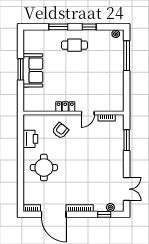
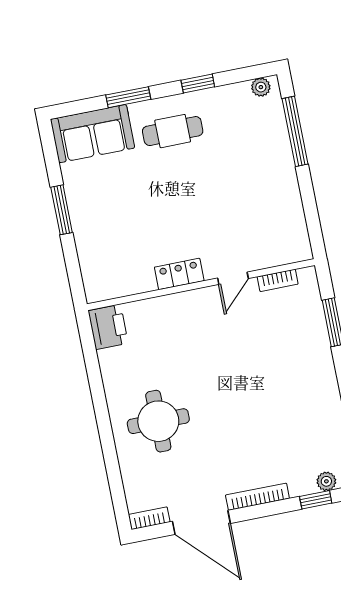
sofa: (33, 70) -> (93, 134), moved, turned 90
armchair: (60, 131) -> (179, 330), removed
printer: (30, 139) -> (108, 327), moved

